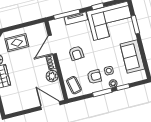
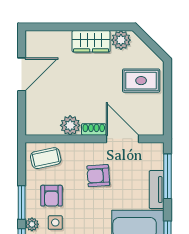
rug: (17, 43) -> (141, 81), turned 90
door: (50, 106) -> (22, 74), moved

